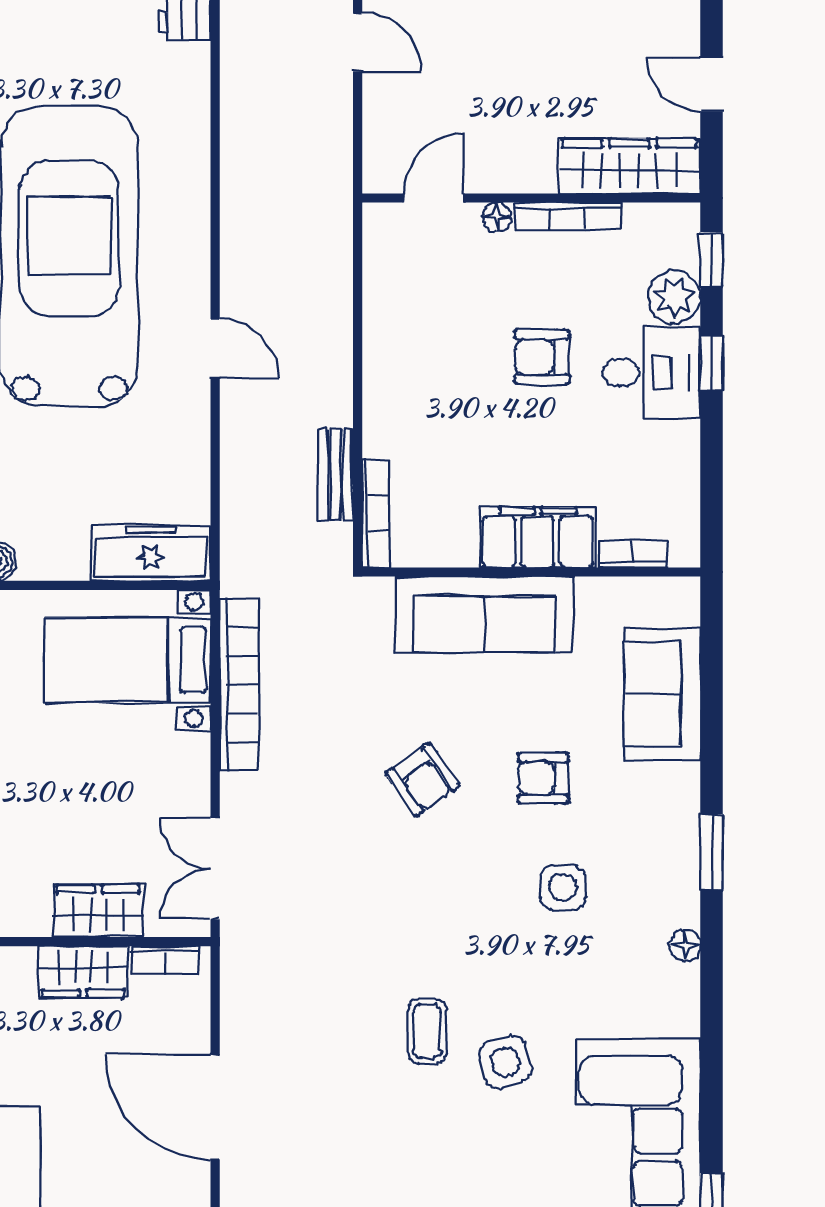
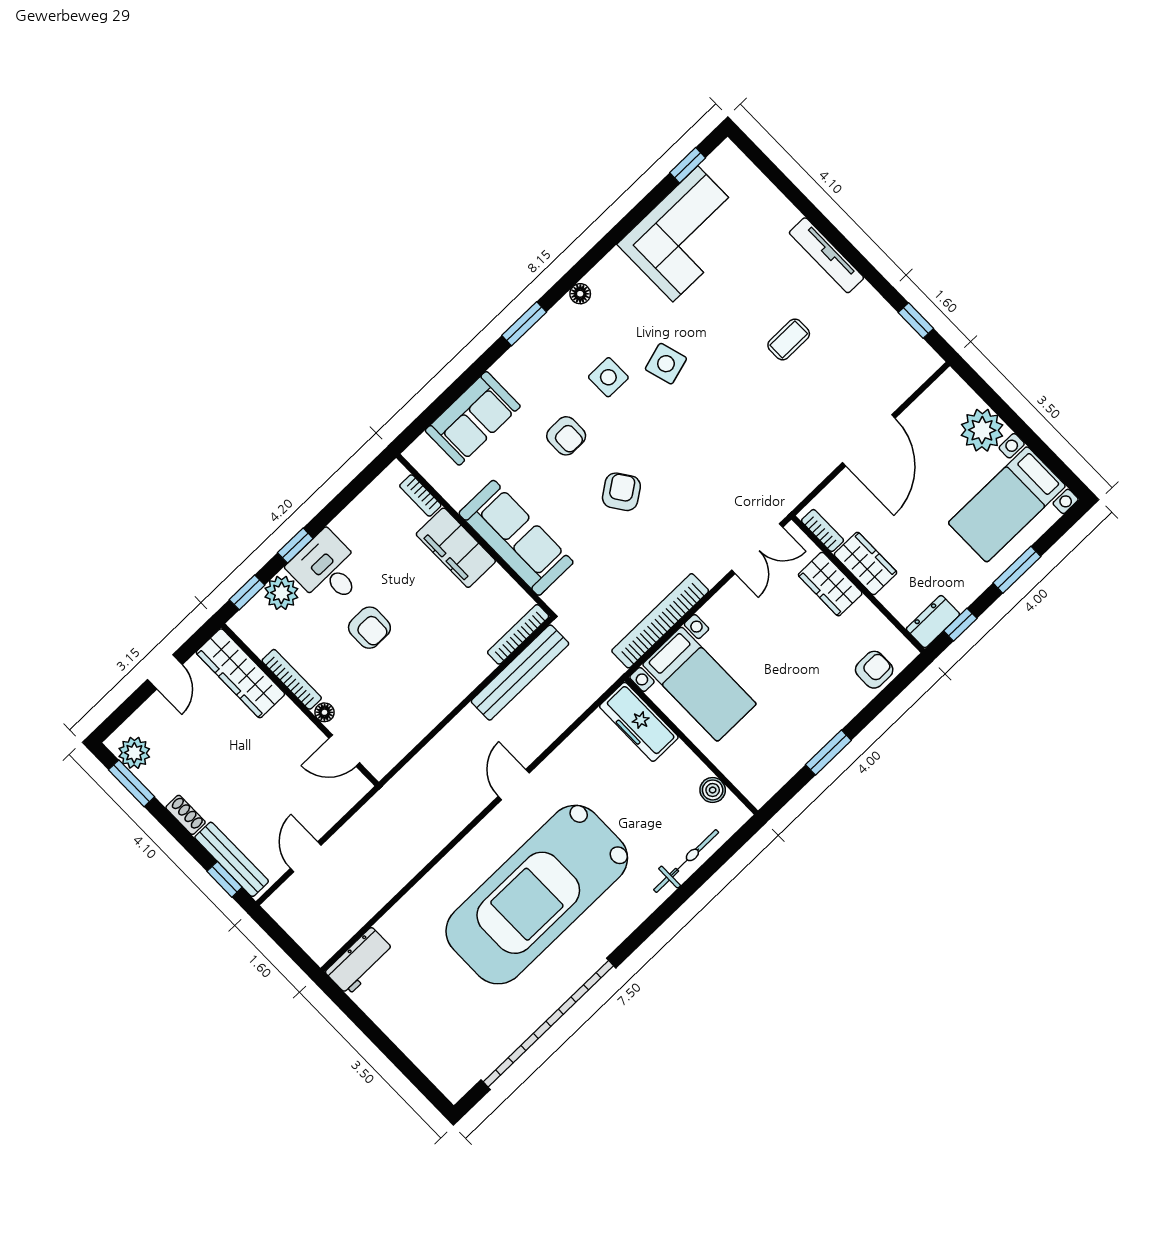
bench: (336, 475) -> (520, 673), width x1.86, depth x1.21
coffee table: (427, 1031) -> (789, 339), moved
side table: (505, 1062) -> (666, 364), moved

